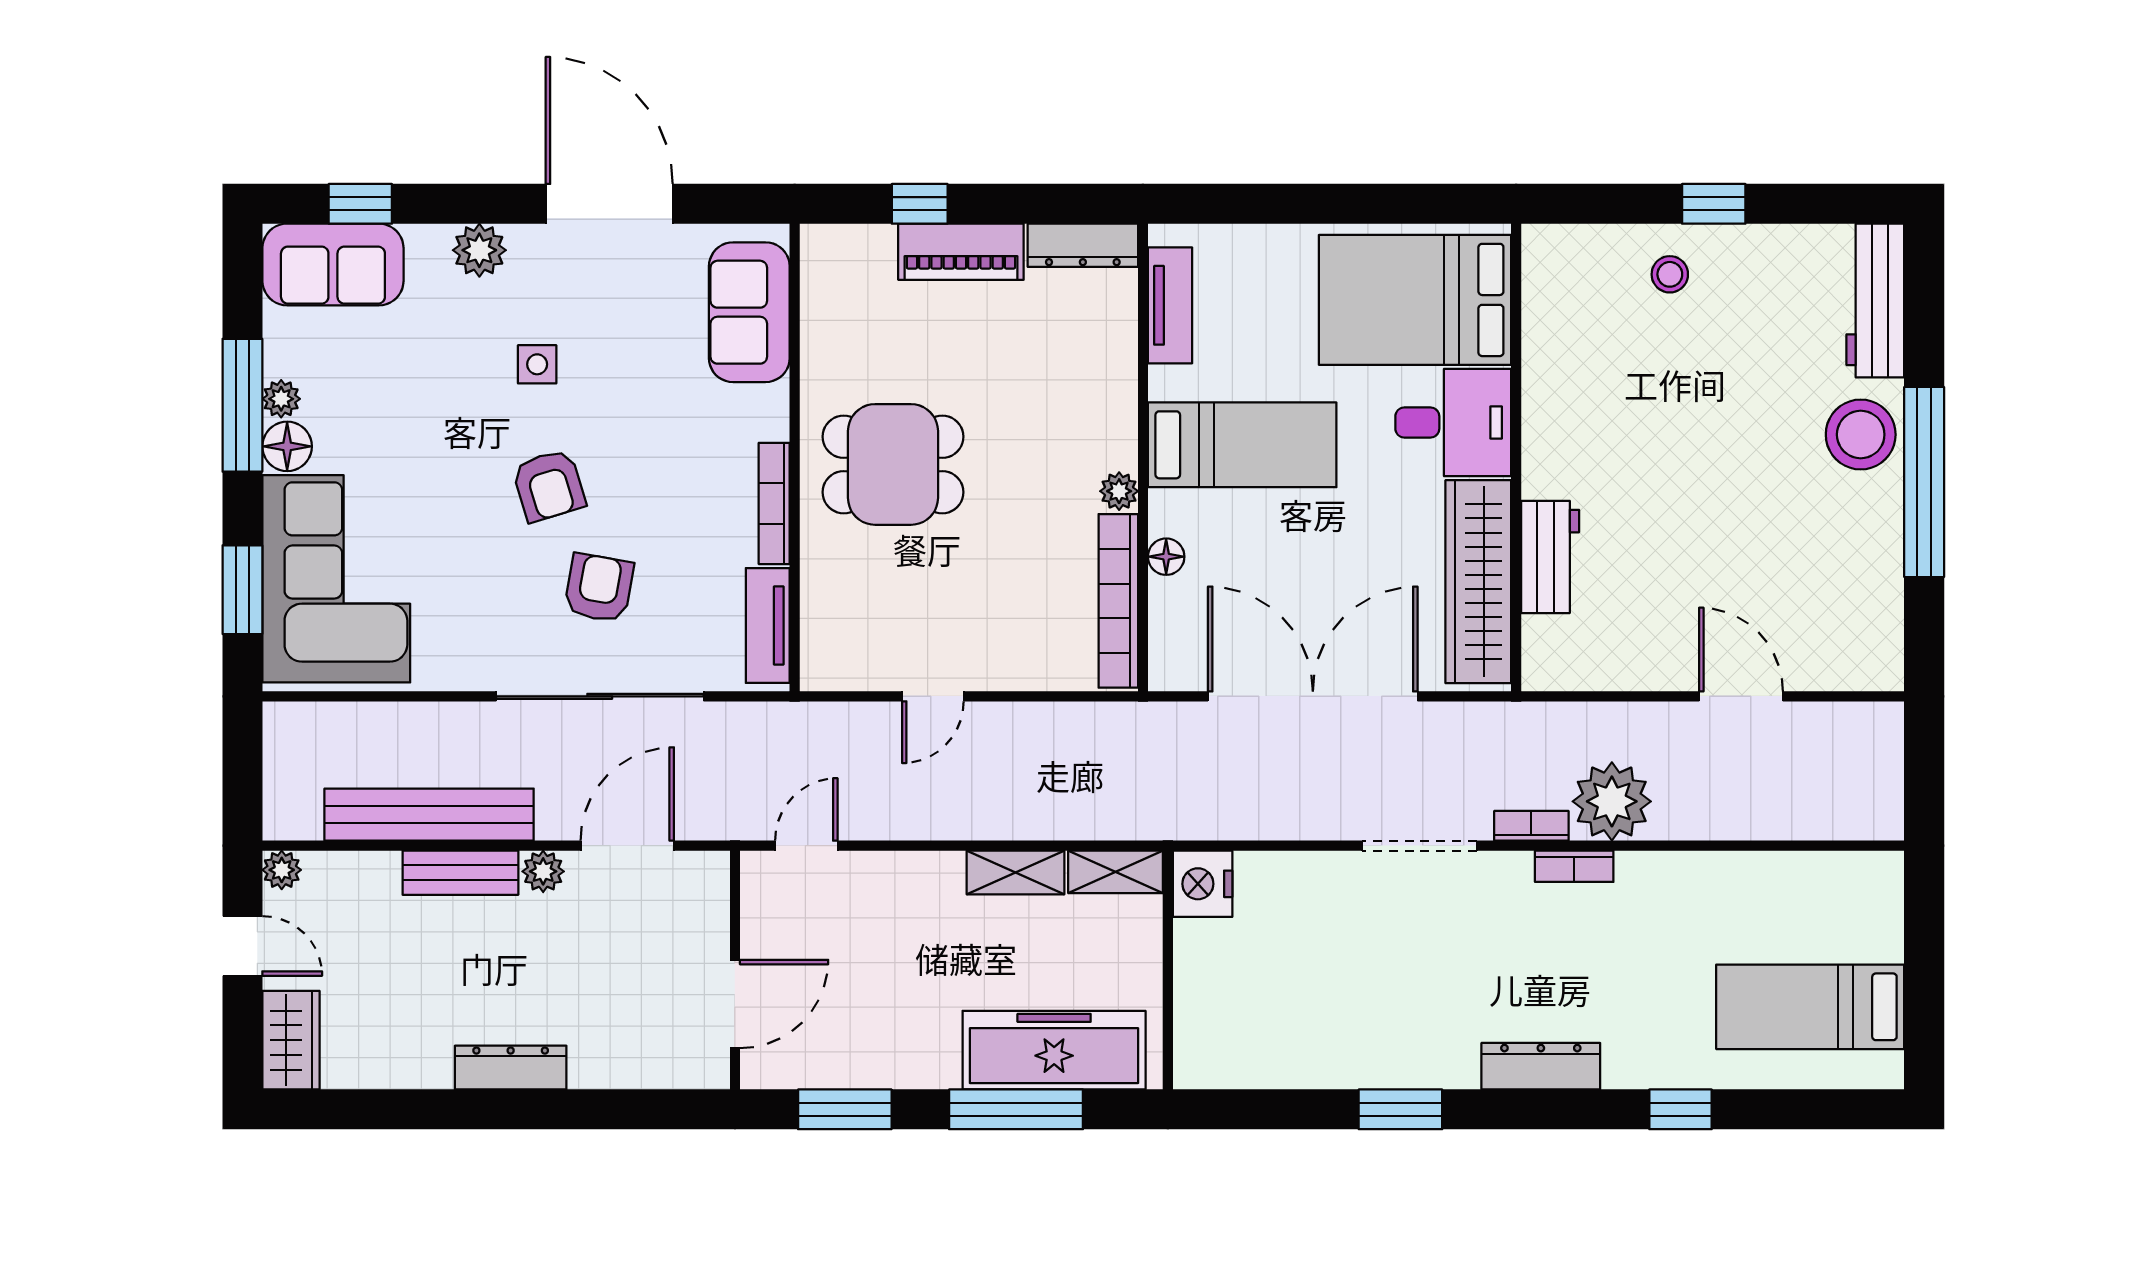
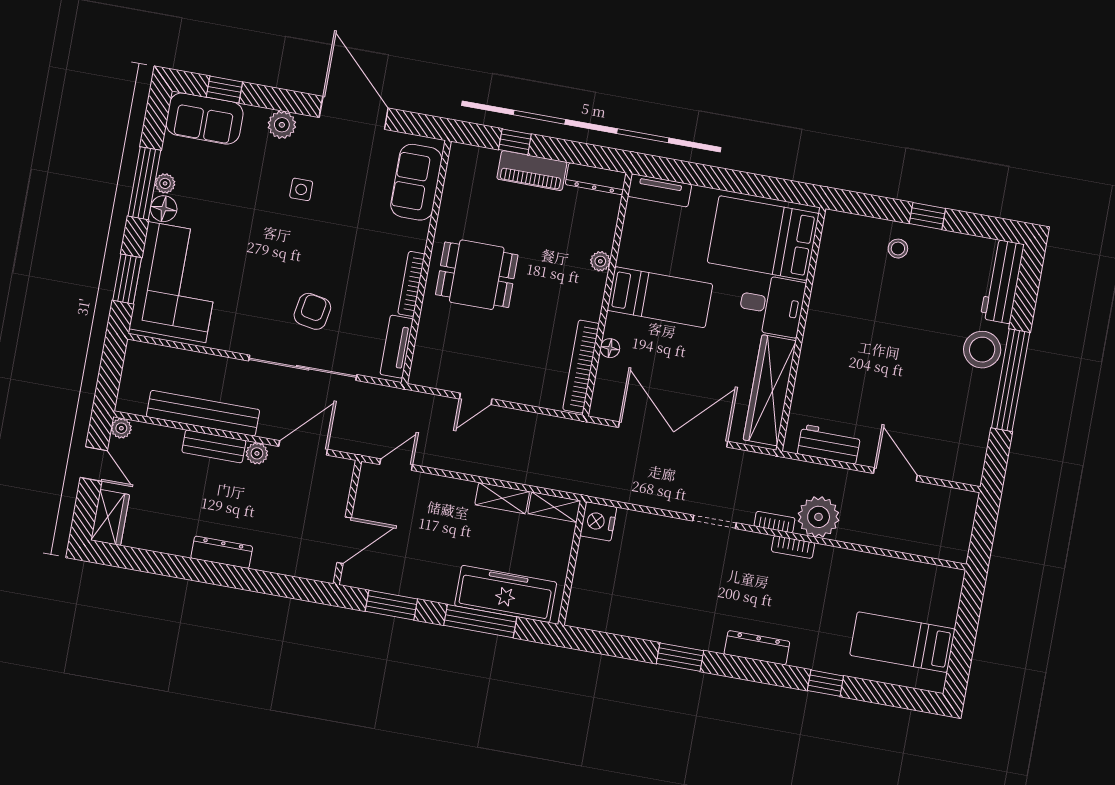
tv unit: (1170, 305) -> (660, 190), moved, turned 90
armchair: (549, 485) -> (296, 253), removed
plant: (1119, 491) -> (600, 261), moved
workbench: (1550, 557) -> (829, 444), moved, turned -90
doorway: (1419, 846) -> (715, 522), width x0.73

